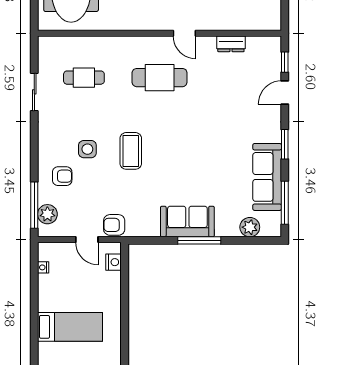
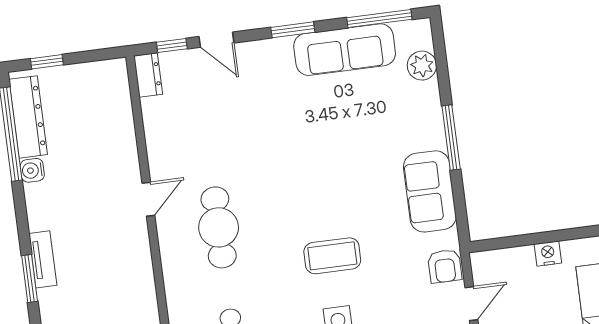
dresser: (231, 44) -> (148, 75), moved
sofa: (187, 221) -> (430, 191), moved
nightstand: (114, 262) -> (548, 254), moved

